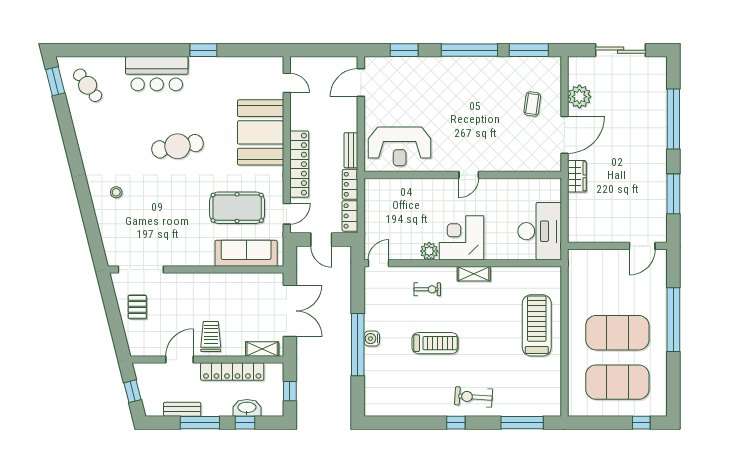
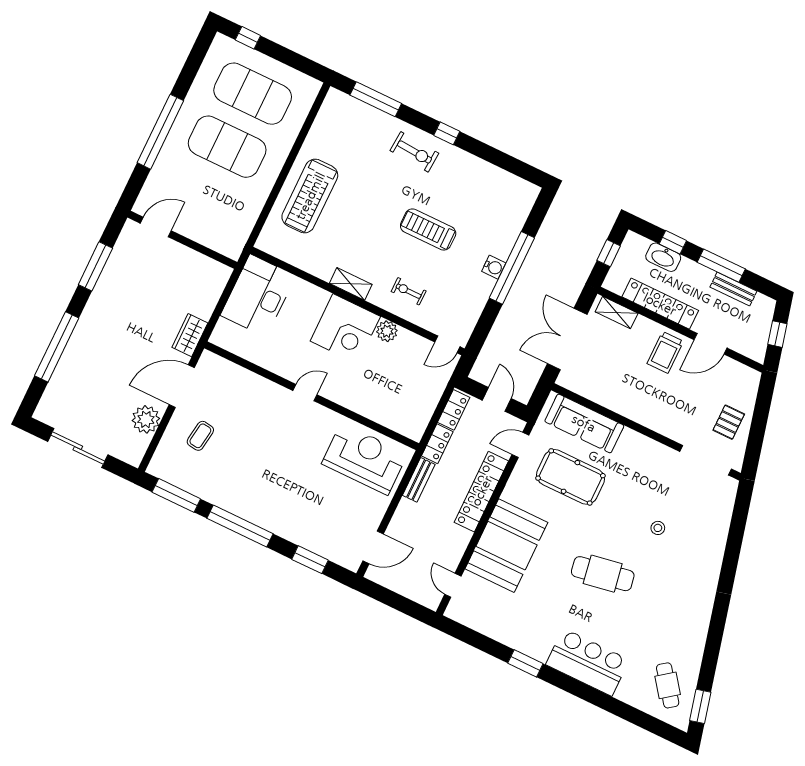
stool: (116, 192) -> (658, 528), moved

